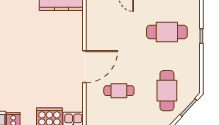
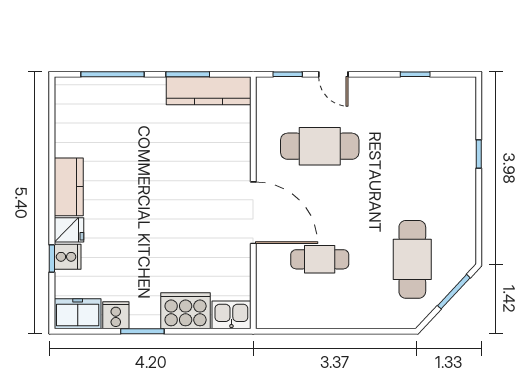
cafe table: (167, 32) -> (320, 146), moved
door: (84, 67) -> (253, 213), hinge flipped

